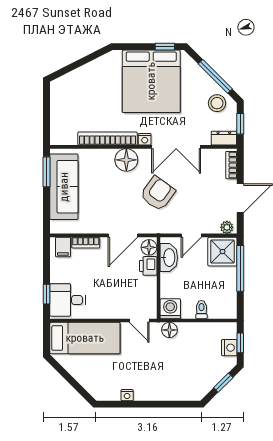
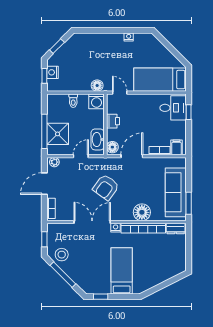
bed: (151, 81) -> (122, 271), width x0.49
dresser: (224, 138) -> (176, 229), moved
floor lamp: (126, 160) -> (142, 212), moved
shower: (222, 252) -> (58, 134), moved
printer: (148, 266) -> (113, 121), moved

